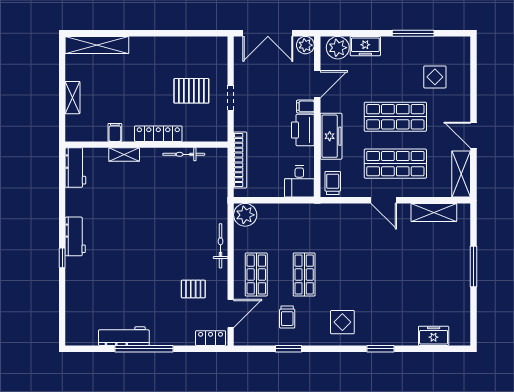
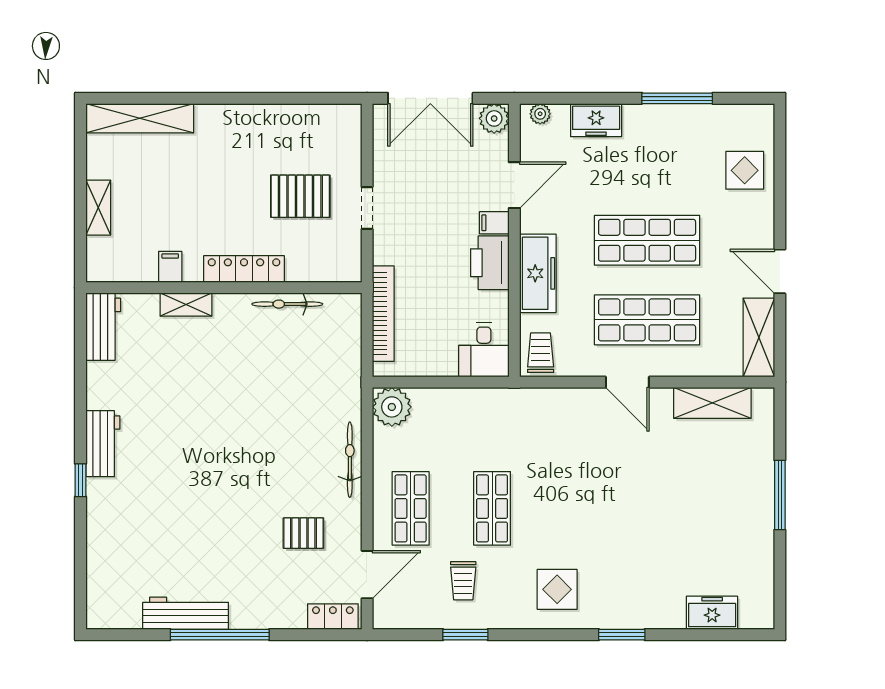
plant: (338, 48) -> (540, 114), width x0.53, depth x0.53
display table: (435, 77) -> (745, 170), moved

